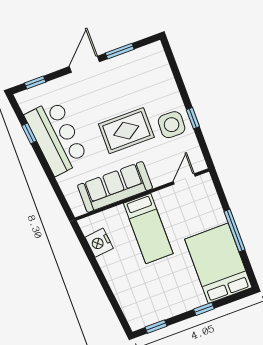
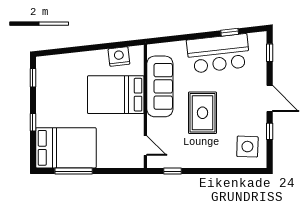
window: (120, 51) -> (270, 131), width x0.67
window: (193, 118) -> (173, 171), moved
side table: (172, 125) -> (247, 147), moved
bed: (148, 228) -> (116, 95), width x1.50
window: (234, 231) -> (74, 171), moved

